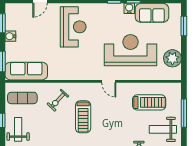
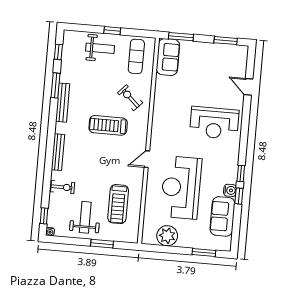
water cooler: (10, 36) -> (210, 49), removed
reception desk: (130, 50) -> (181, 188), turned 180
sofa: (26, 71) -> (168, 57), width x0.73
window: (184, 113) -> (102, 244), width x0.69

